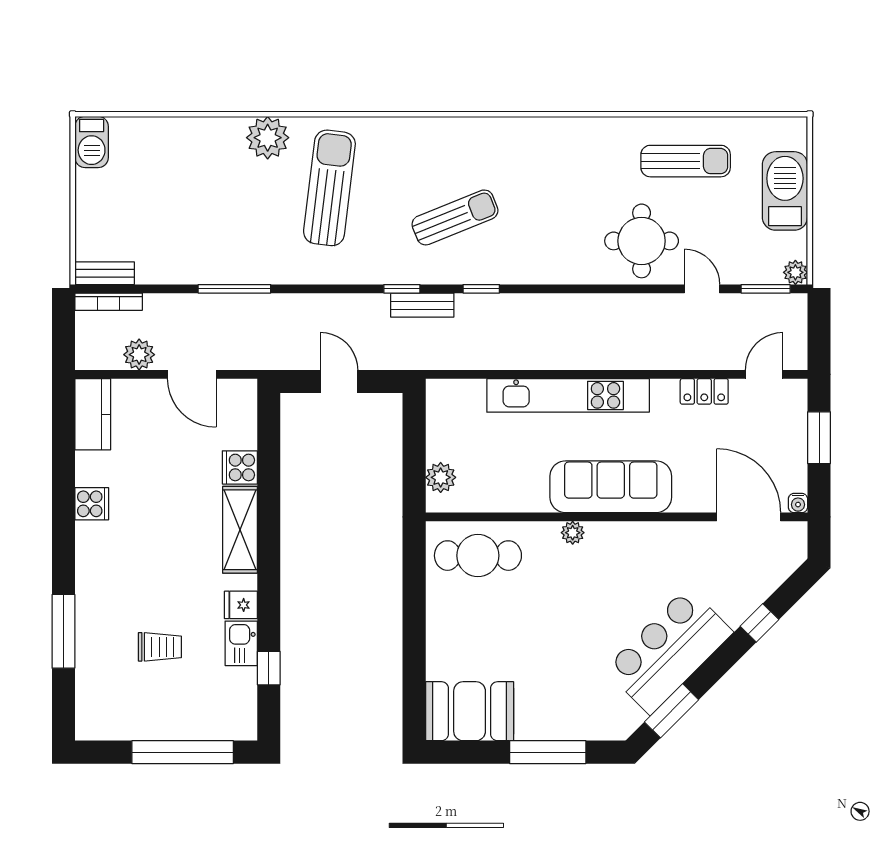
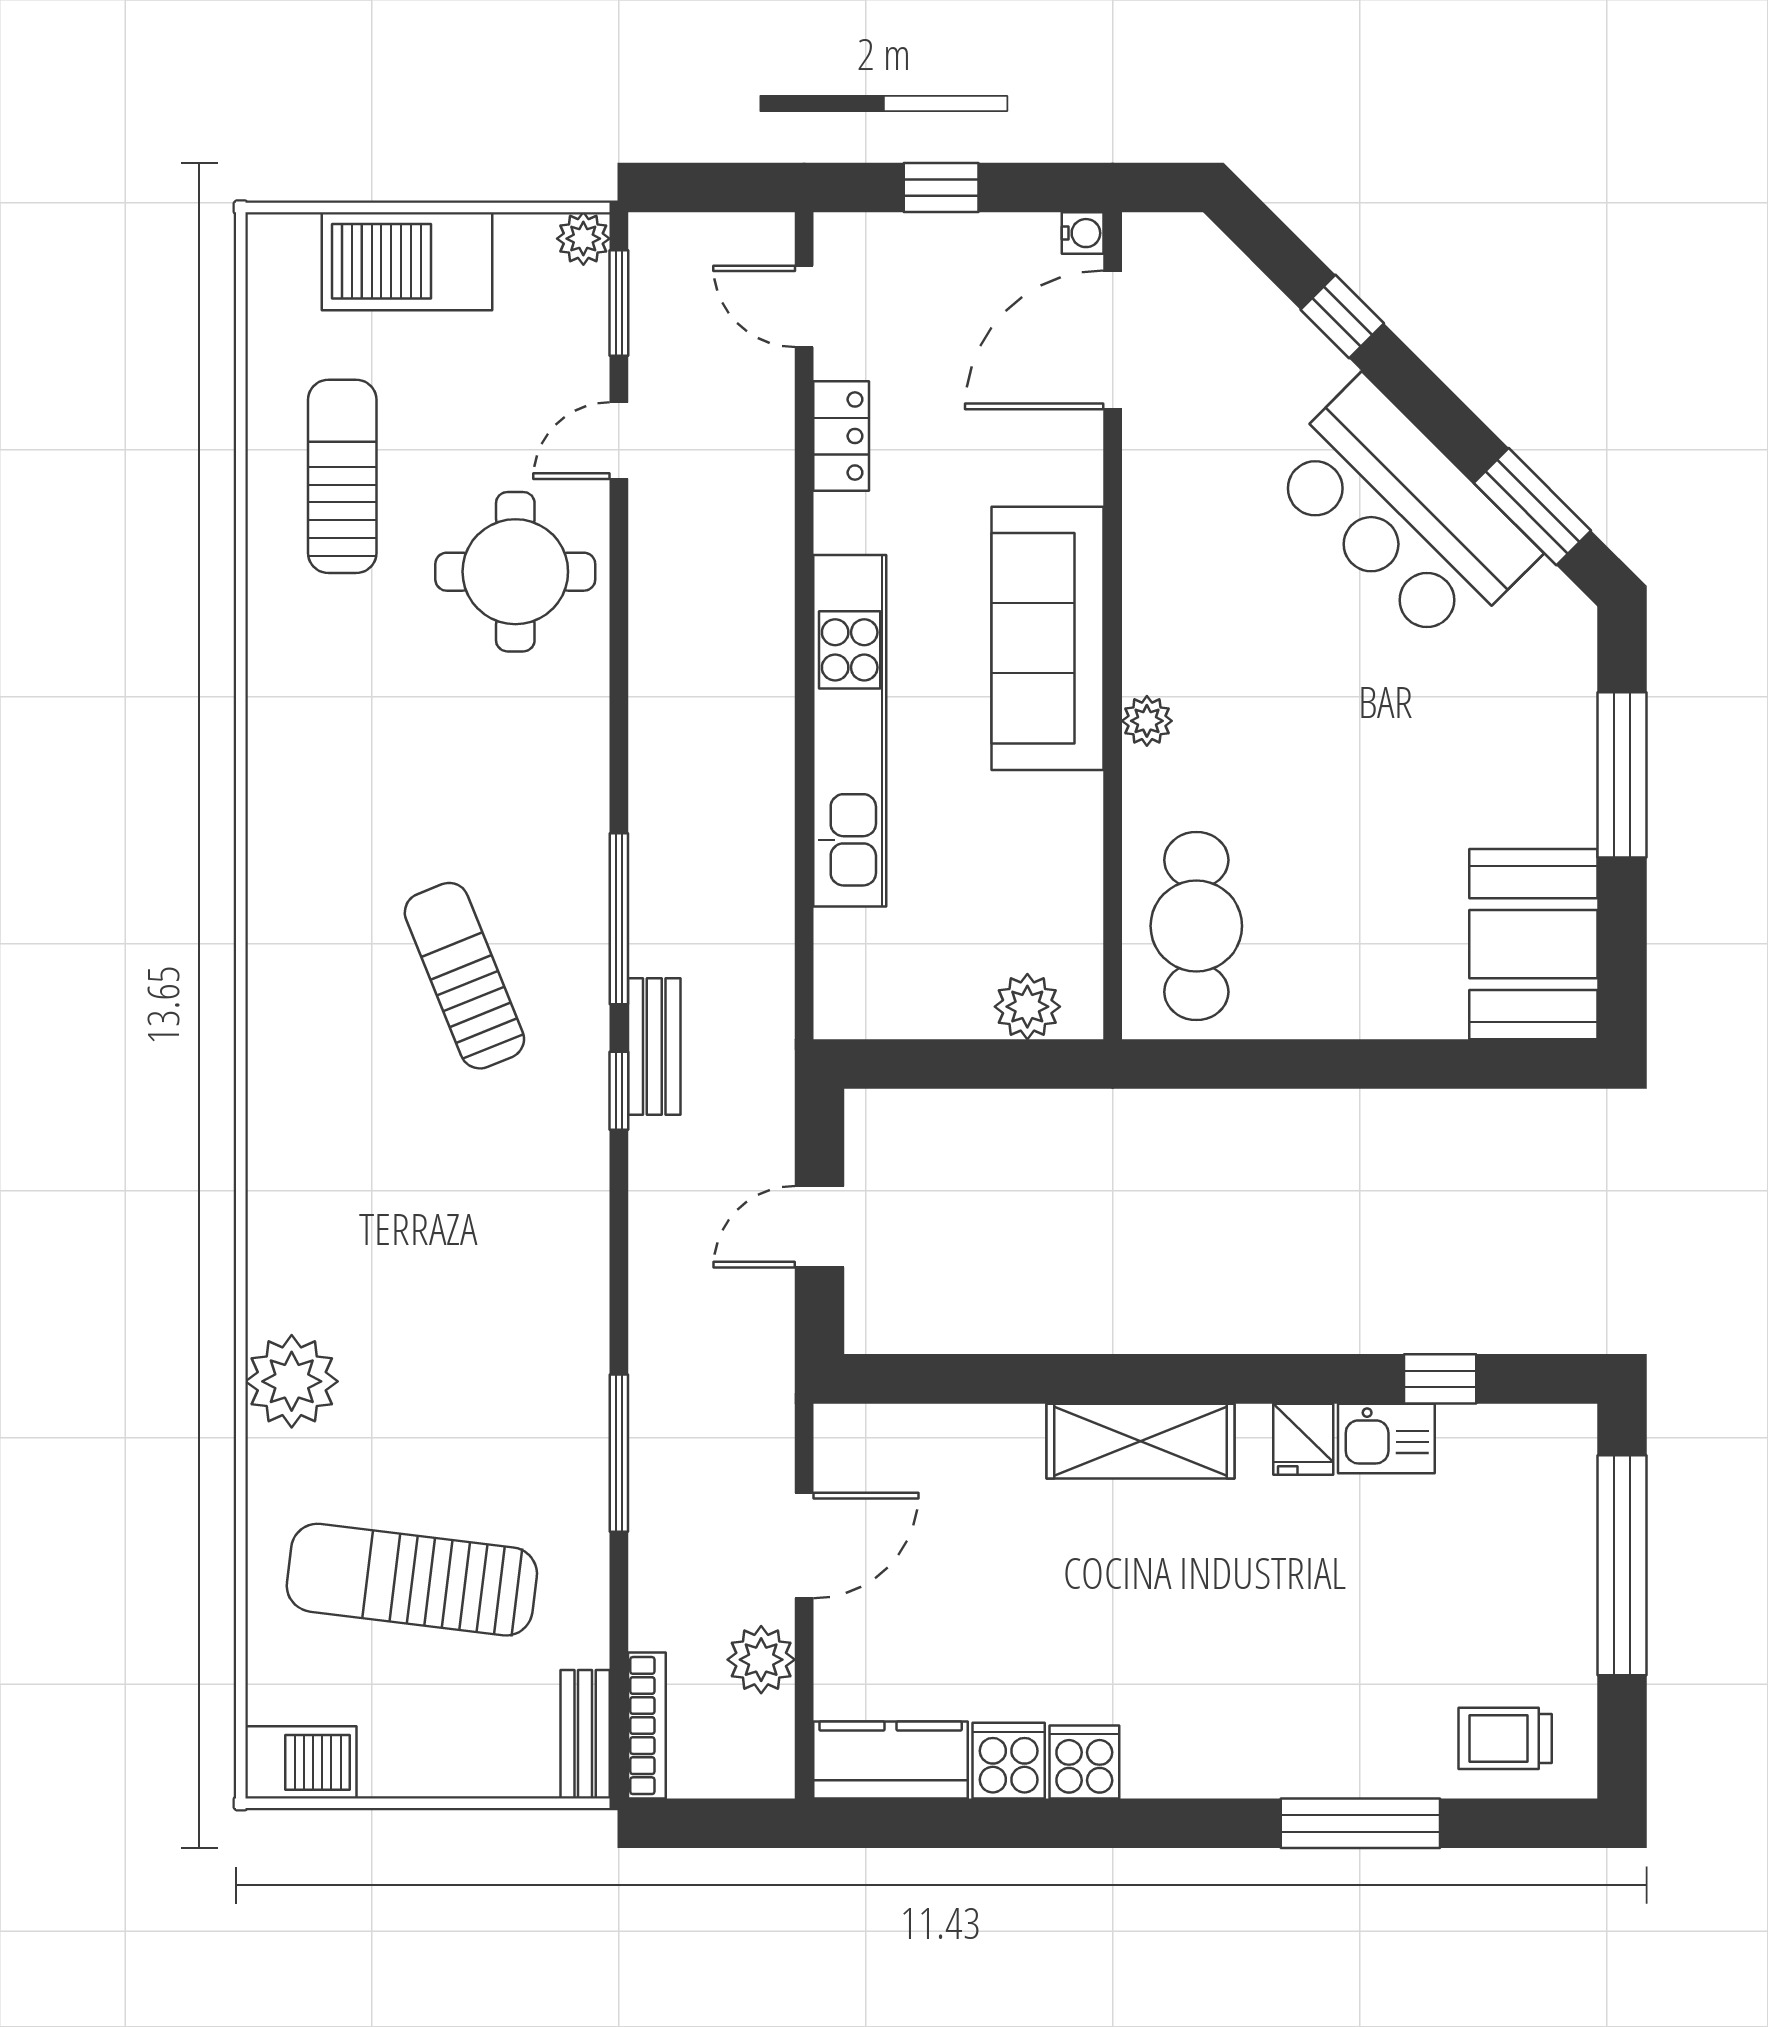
sun lounger: (329, 188) -> (412, 1580), moved
window: (481, 289) -> (619, 919), width x2.17
window: (819, 438) -> (941, 188), width x0.67
cooker: (240, 467) -> (1009, 1761), moved, turned 180
trolley: (160, 647) -> (1505, 1738), moved, turned -90

